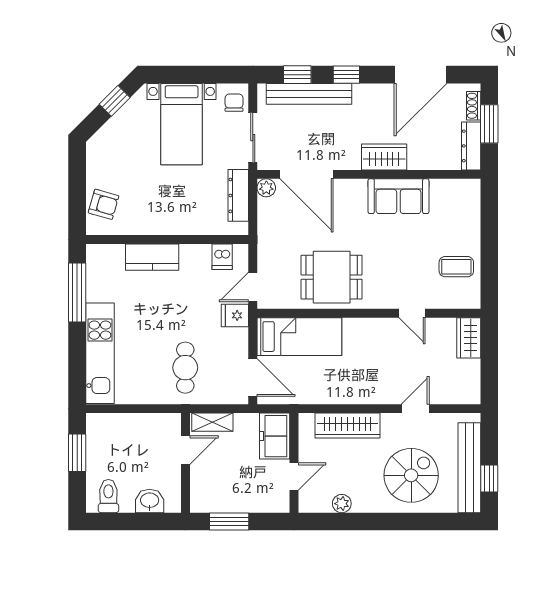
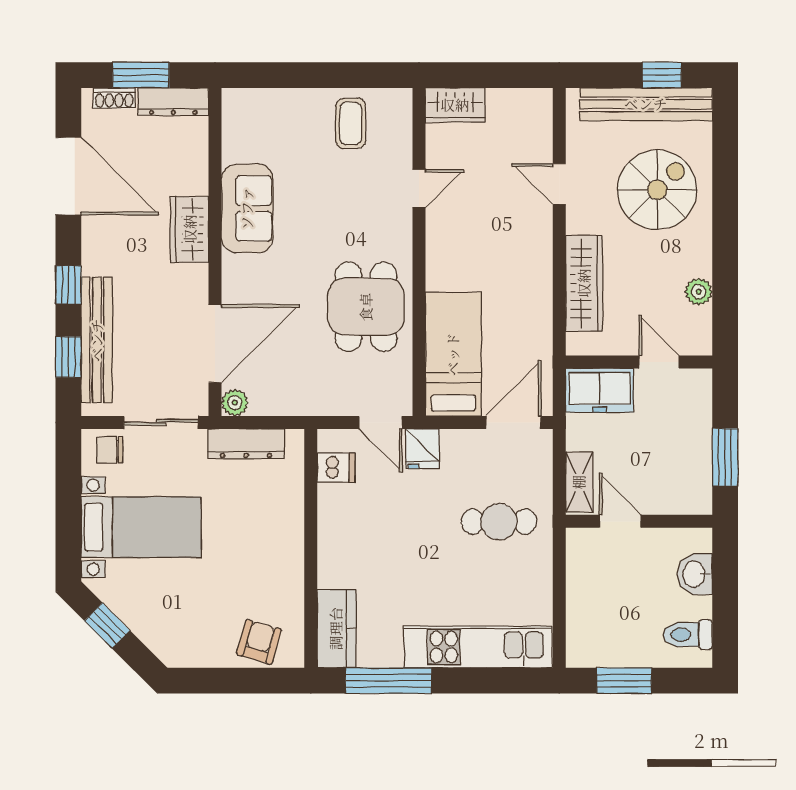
kitchen counter: (152, 257) -> (336, 628), moved
spiral stairs: (411, 475) -> (657, 190), turned 90

